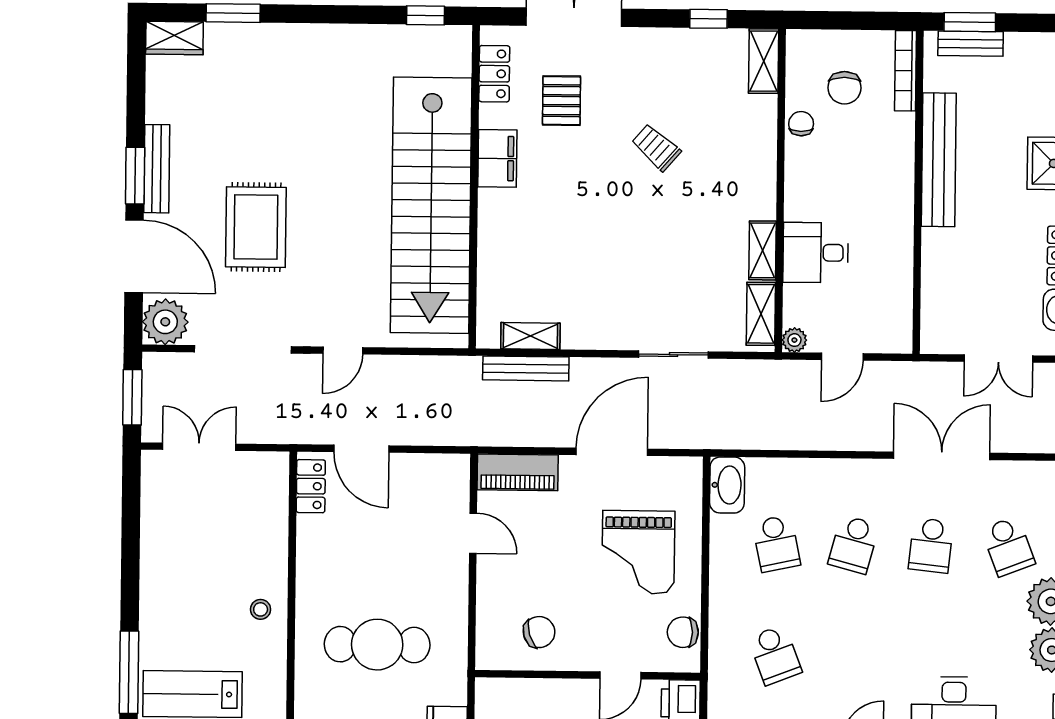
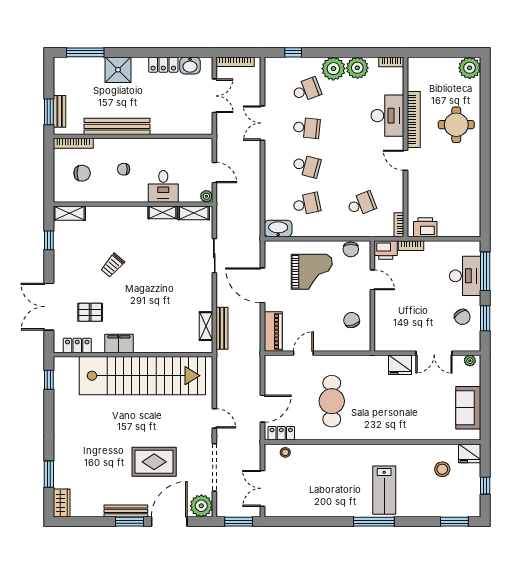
chair: (801, 124) -> (123, 169), moved
double door: (942, 456) -> (262, 123), width x0.73
stool: (261, 609) -> (285, 452), moved
cafe table: (377, 645) -> (332, 401), moved

